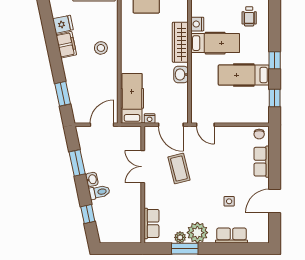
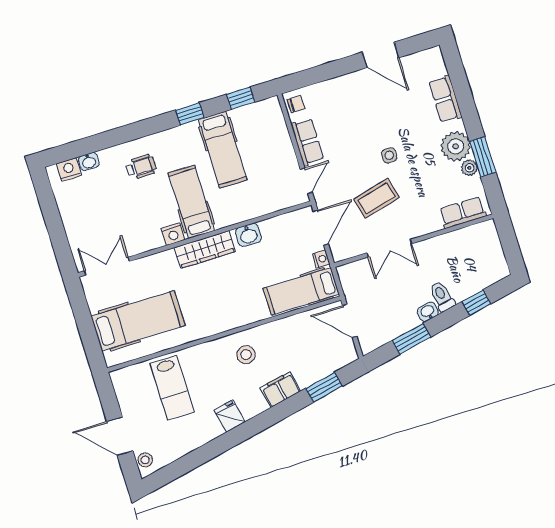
filing cabinet: (66, 45) -> (280, 389), moved
row of seats: (262, 162) -> (307, 142), moved, turned -90
side table: (229, 201) -> (389, 155), moved

